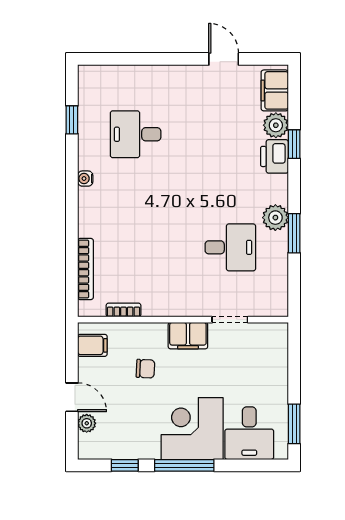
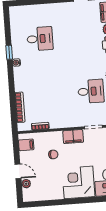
window: (72, 120) -> (9, 52), moved
desk: (136, 134) -> (40, 39), turned 180
window: (125, 465) -> (47, 203), removed
window: (184, 465) -> (76, 201), removed

